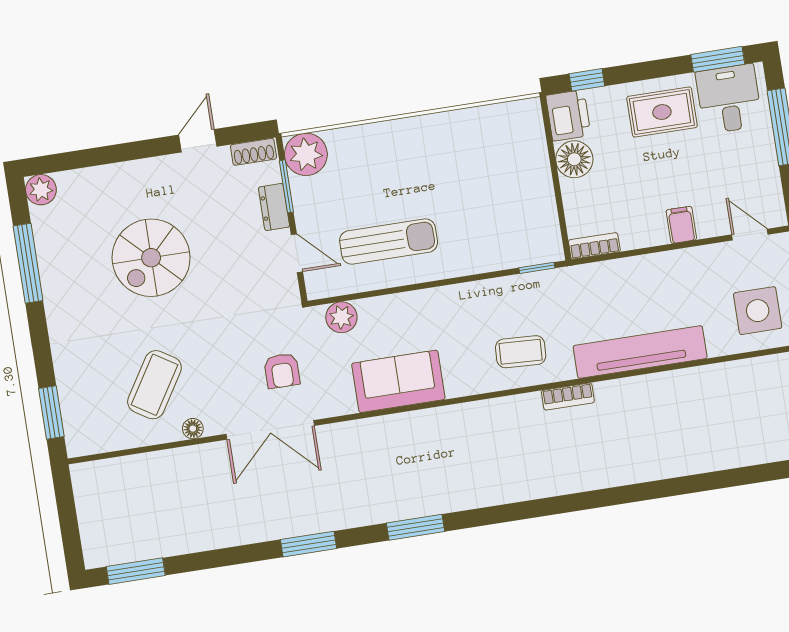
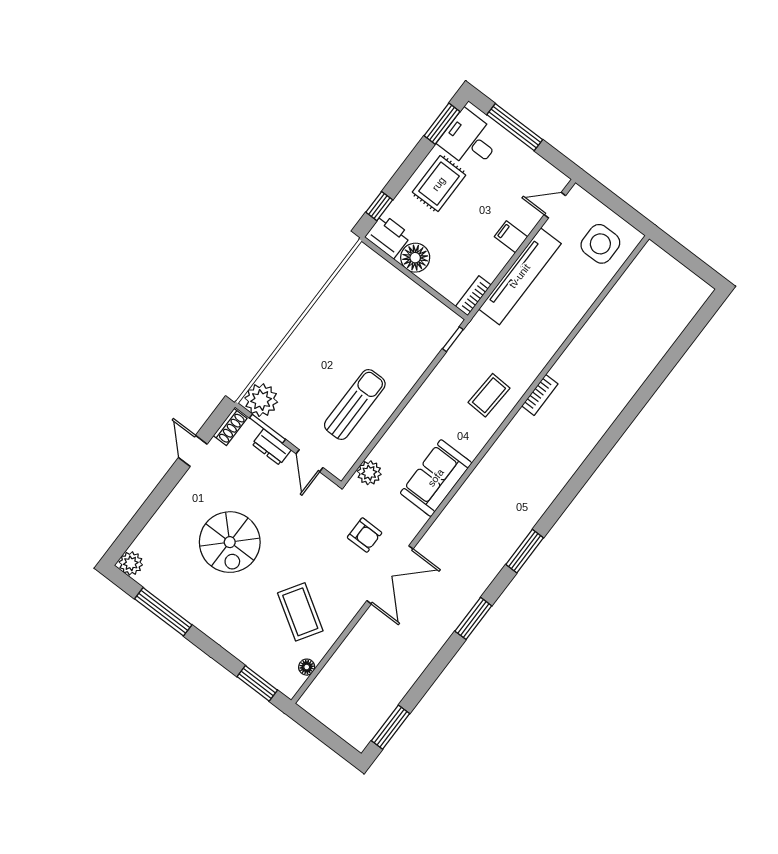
door: (297, 253) -> (309, 461), swing flipped
tv unit: (640, 352) -> (520, 276), moved, turned 180
floor lamp: (193, 429) -> (307, 667), moved

